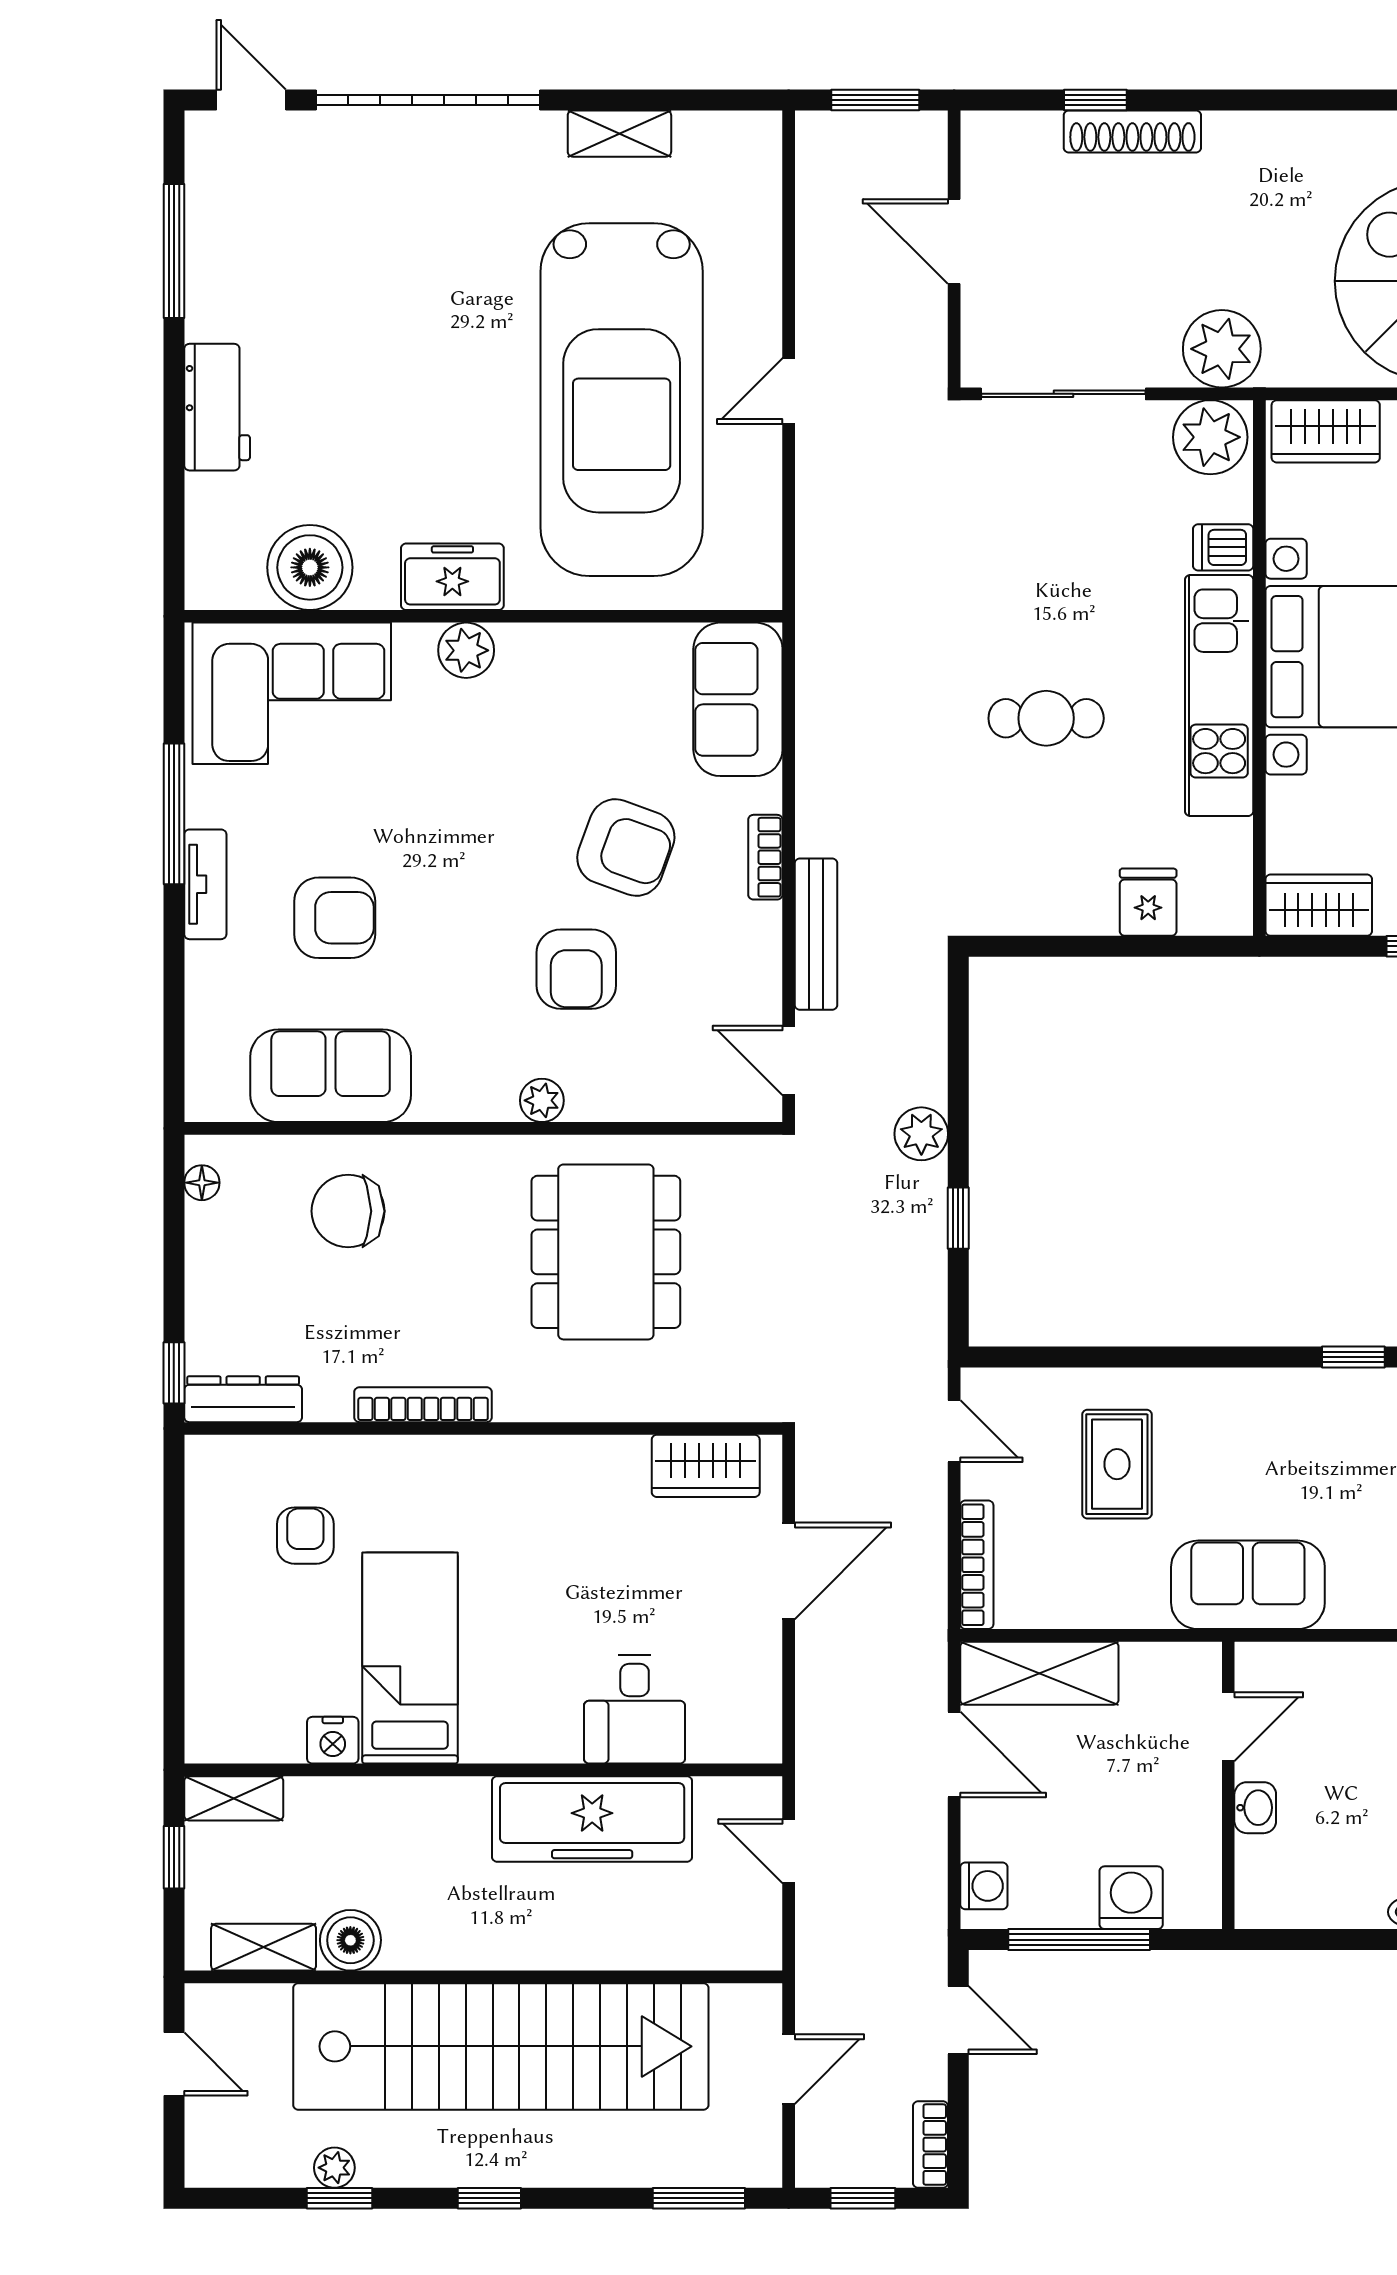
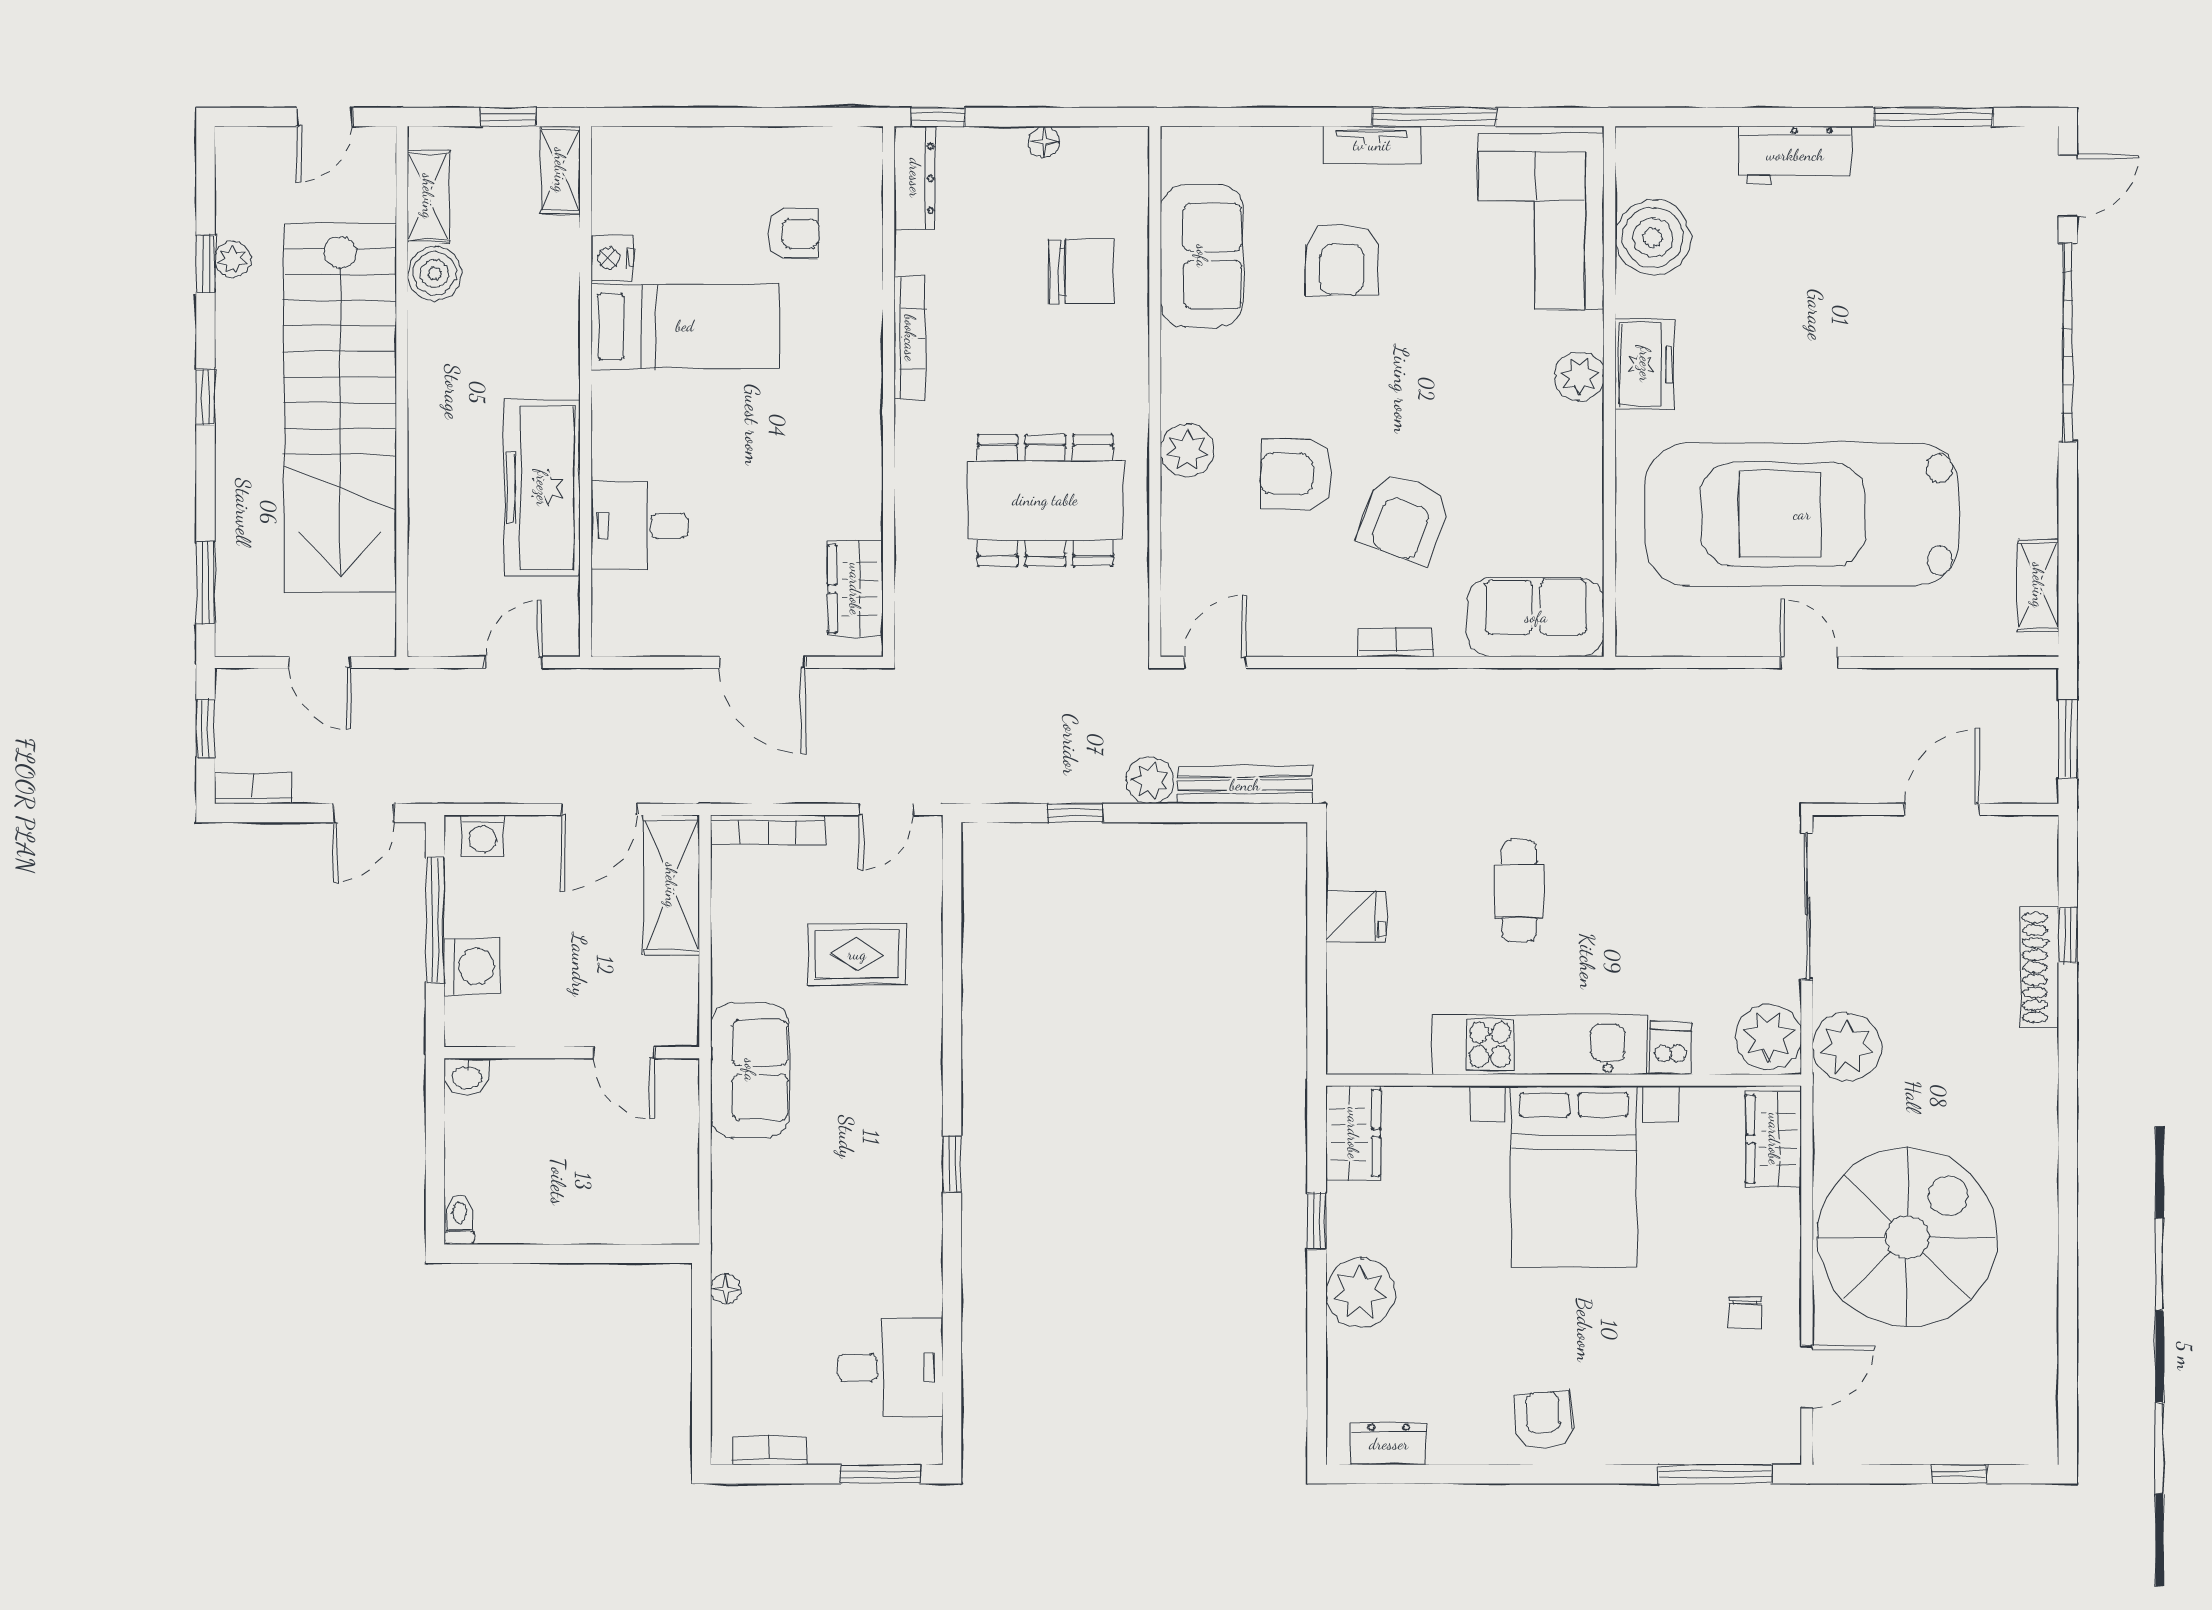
shelving: (619, 134) -> (2038, 585), moved
fridge: (1148, 902) -> (1356, 916), moved
bench: (816, 934) -> (1245, 785), moved
plant: (542, 1100) -> (1187, 451), width x1.38, depth x1.38
floor lamp: (202, 1183) -> (1044, 142), moved
chair: (348, 1211) -> (1082, 271), turned 90
washbasin: (1255, 1808) -> (467, 1077), moved

